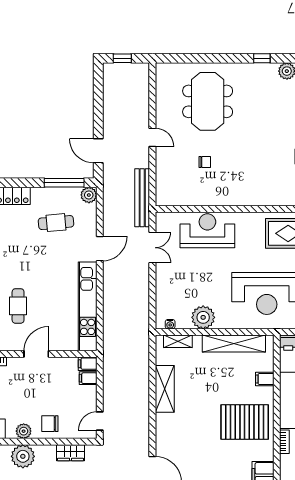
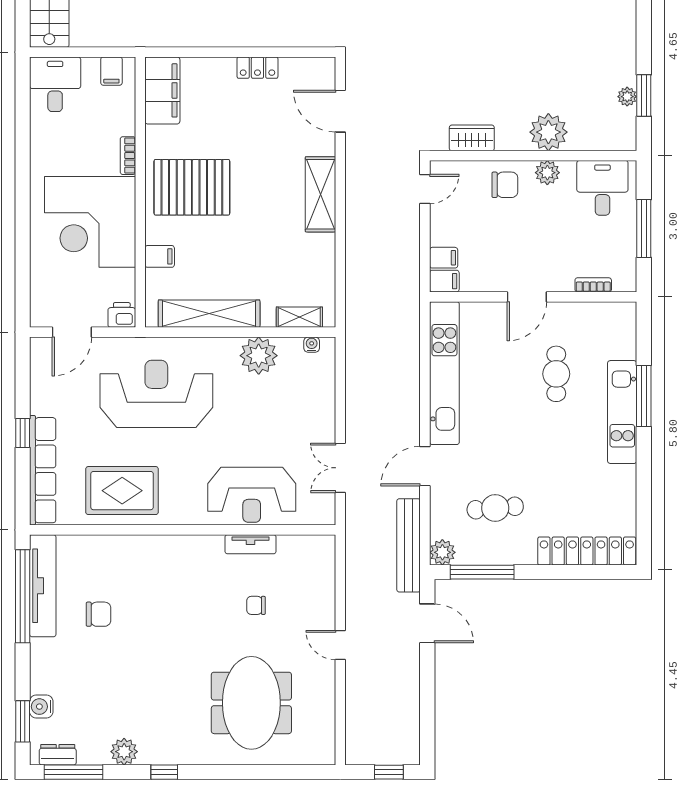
bench: (142, 198) -> (409, 545), moved
tv unit: (208, 200) -> (251, 544), added
shelving: (165, 389) -> (320, 194), moved

